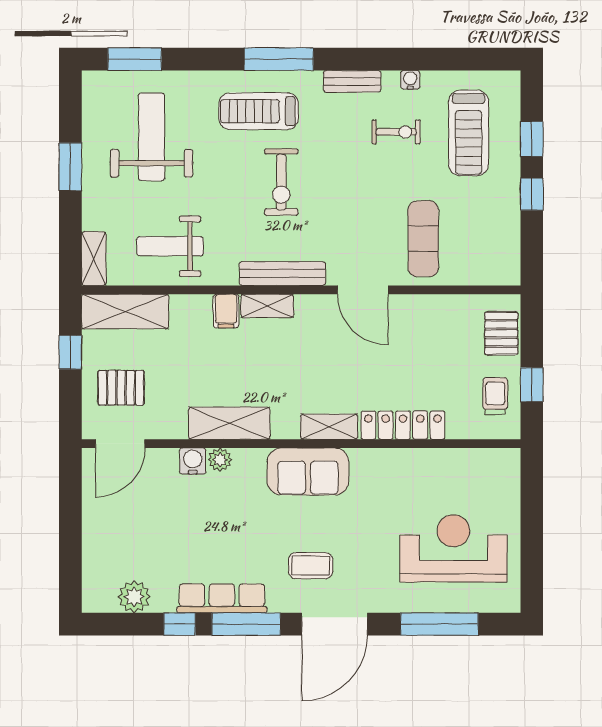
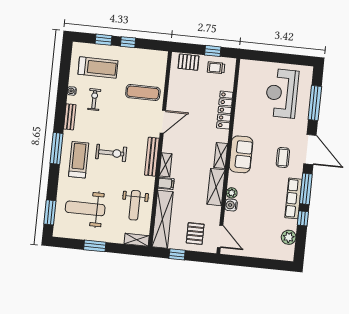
treadmill: (259, 111) -> (79, 160), turned 180
shelving: (125, 311) -> (162, 219), width x1.47
shelving: (329, 427) -> (221, 156), moved

